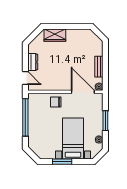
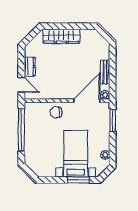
wardrobe: (55, 35) -> (61, 36), width x1.50
door: (83, 92) -> (87, 101), hinge flipped
window: (105, 121) -> (113, 120), moved
window: (62, 162) -> (78, 180), moved

